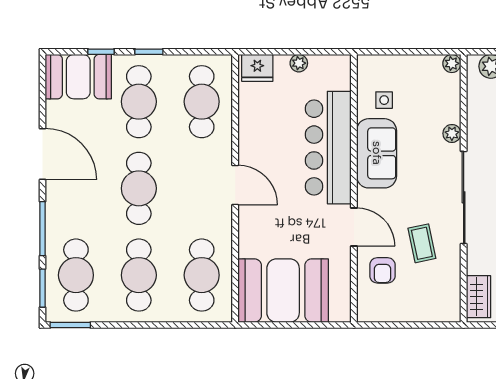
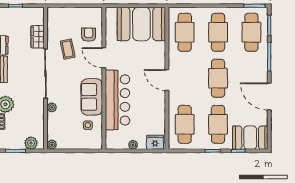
wardrobe: (478, 297) -> (38, 37), moved

